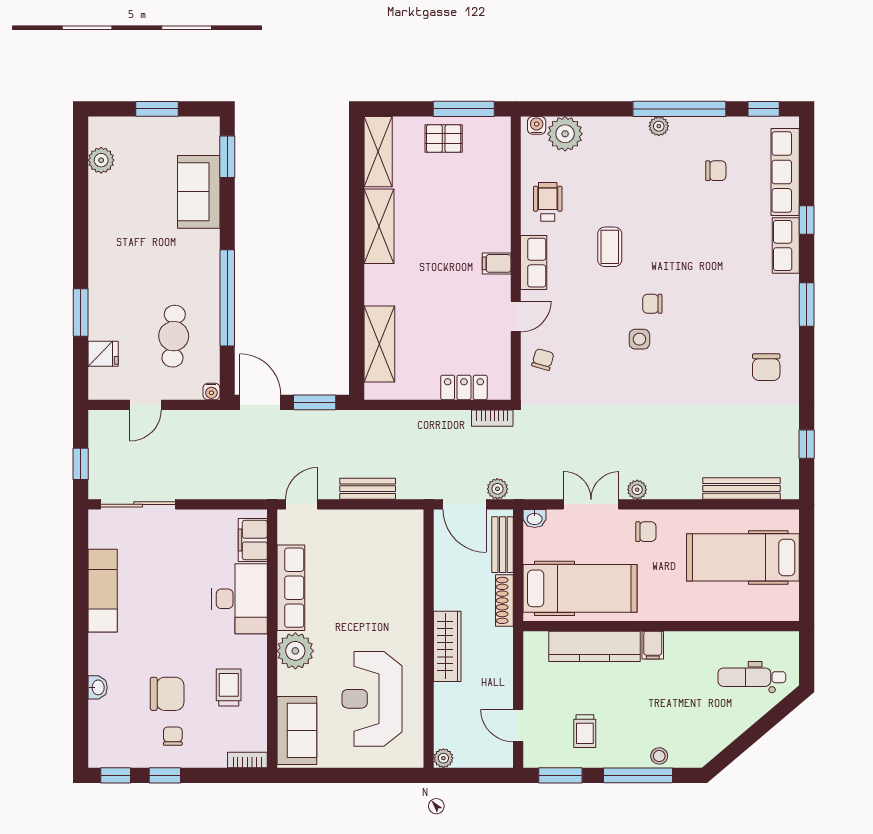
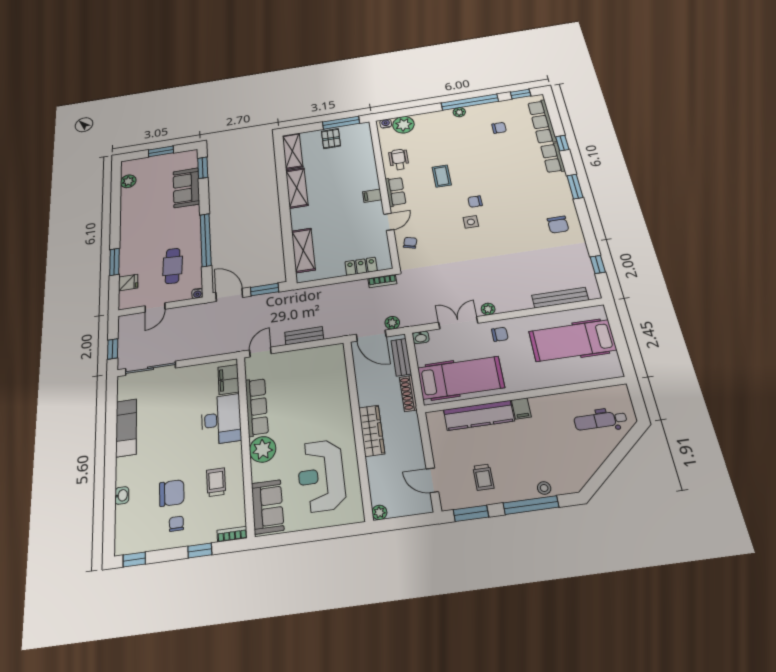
pallet: (444, 139) -> (331, 139), turned 90
window: (165, 775) -> (200, 551), moved

